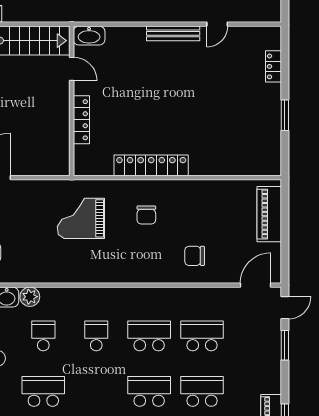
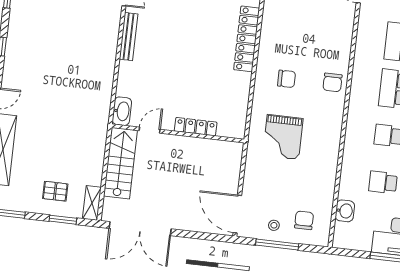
locker: (151, 165) -> (247, 39), moved
chair: (195, 256) -> (332, 82), moved
plant: (30, 297) -> (347, 190), removed

